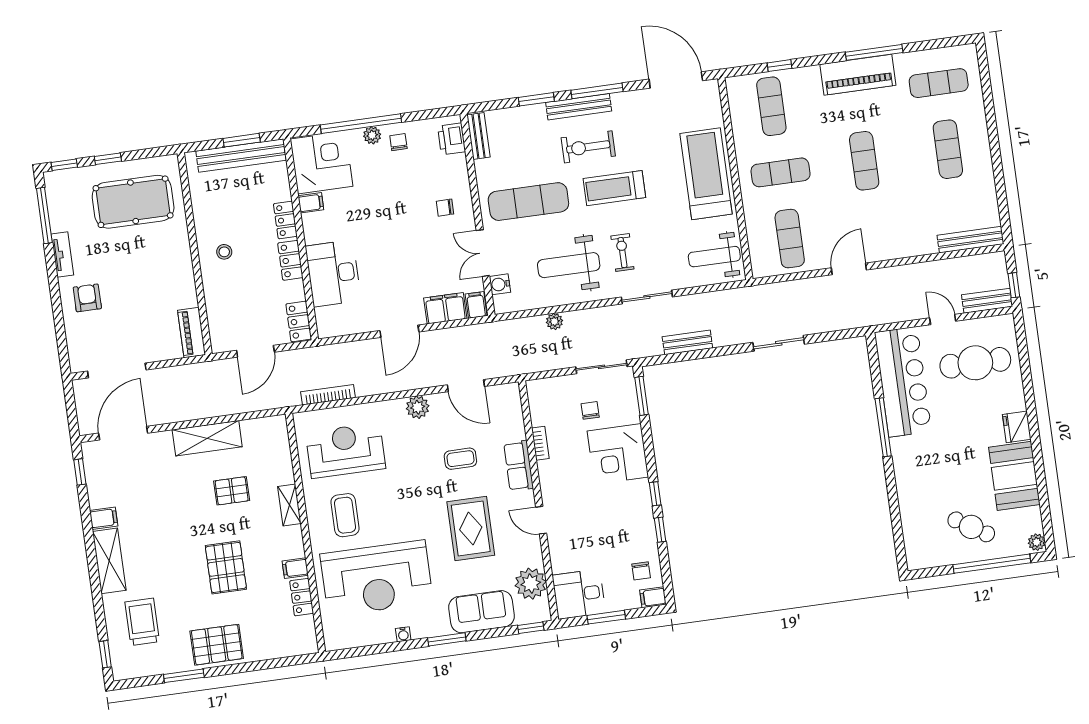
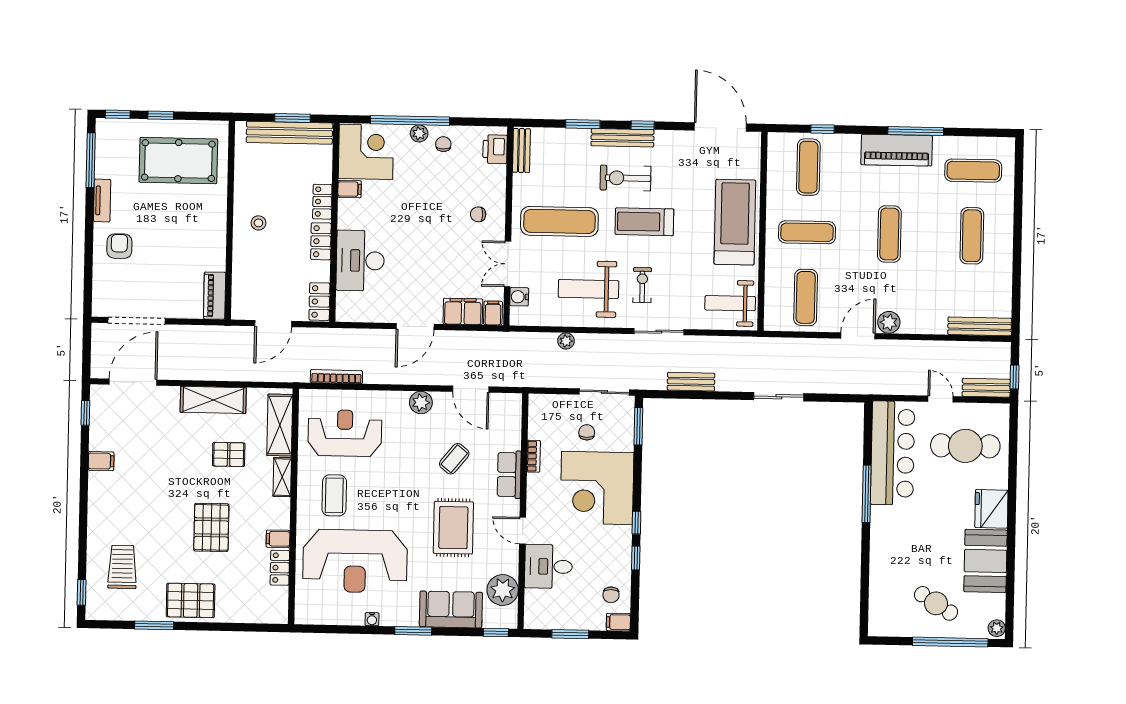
window: (597, 91) -> (643, 125), width x0.46
plant: (878, 250) -> (889, 322), added
fridge: (1017, 427) -> (991, 509), width x1.36, depth x1.34
corner desk: (618, 454) -> (597, 488), width x1.36, depth x1.36
coffee table: (460, 459) -> (454, 459), turned -51
shelving: (109, 561) -> (280, 425), moved
desk: (579, 594) -> (548, 567), moved

